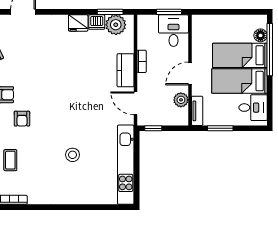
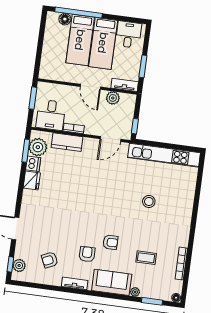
desk: (173, 31) -> (51, 115), moved, turned -90
kitchen counter: (126, 70) -> (67, 142), moved

